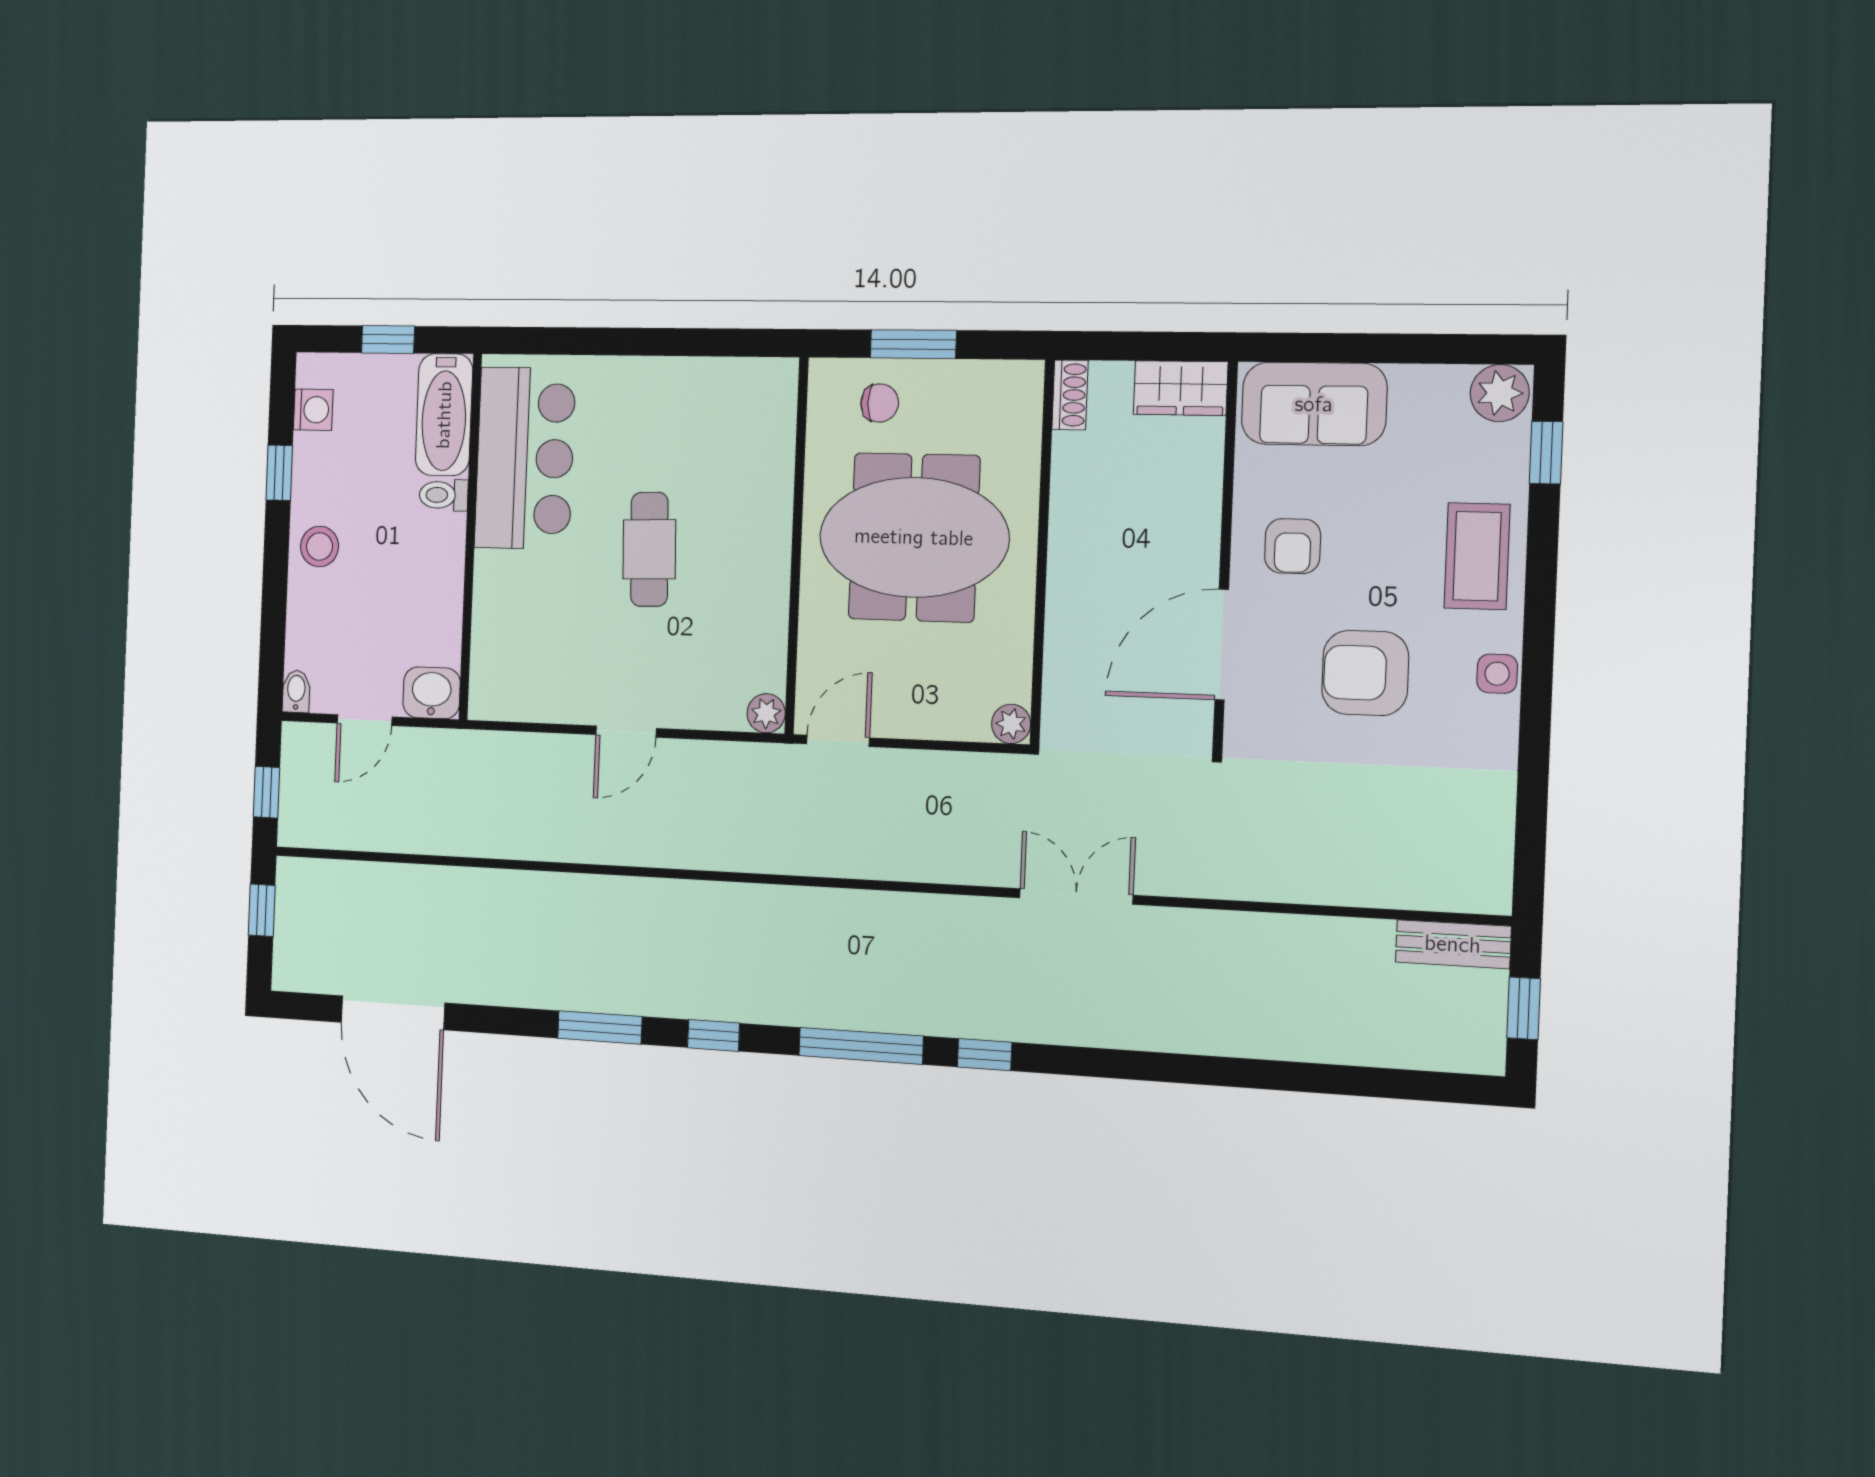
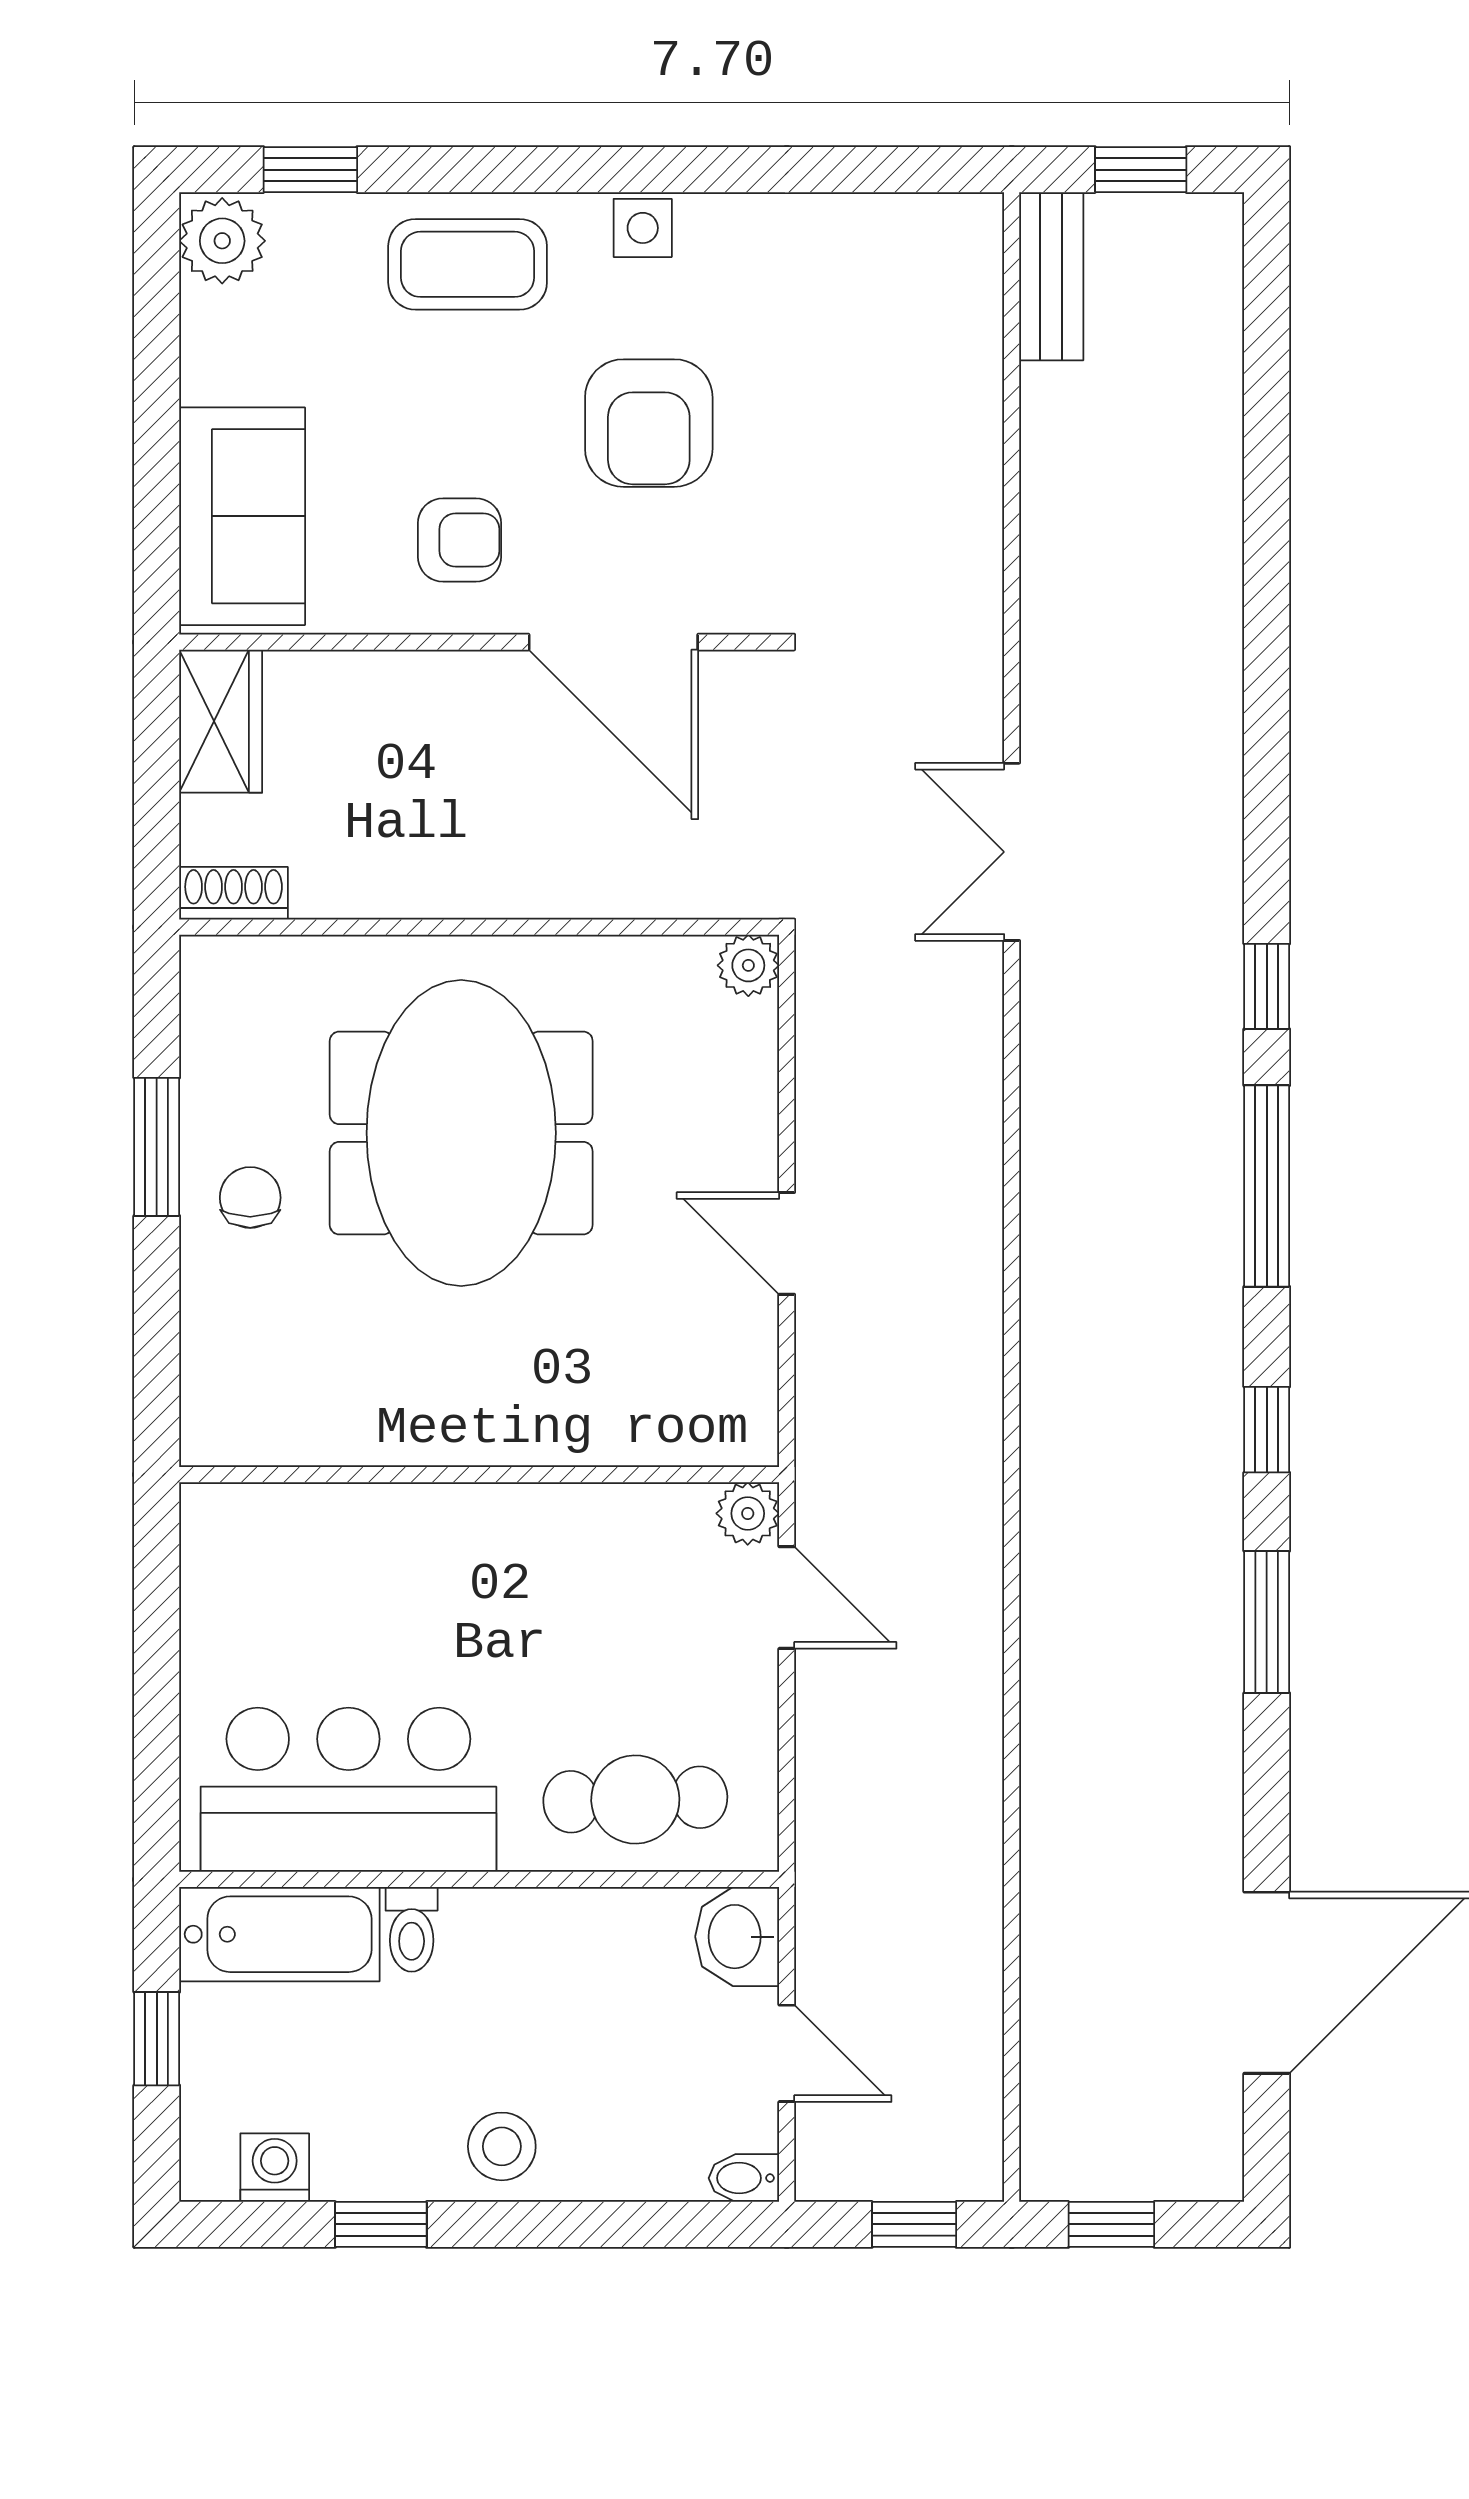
wall: (796, 546) -> (479, 1475), moved
cafe table: (649, 549) -> (635, 1799), moved
plant: (766, 713) -> (748, 1513), moved

